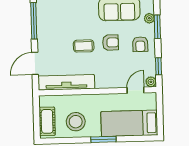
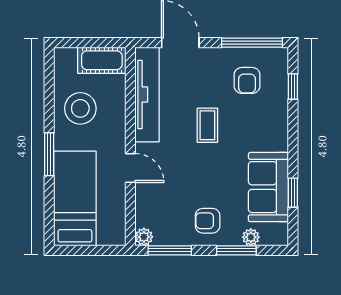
armchair: (110, 42) -> (247, 80), moved
window: (158, 66) -> (170, 250), width x1.50
door: (136, 90) -> (130, 168), moved
cot: (47, 121) -> (102, 60), moved

